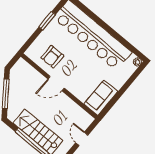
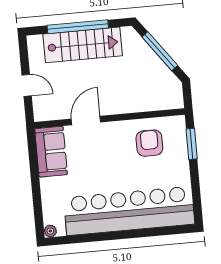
window: (47, 21) -> (192, 144), moved
door: (56, 83) -> (86, 121), moved

